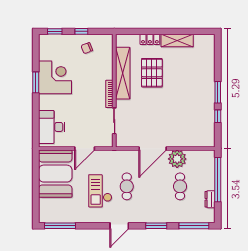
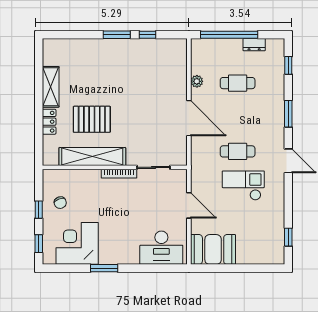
corner desk: (55, 77) -> (77, 243), moved
plant: (177, 159) -> (197, 81), width x0.53, depth x0.53
booth: (55, 174) -> (213, 249), width x0.73, depth x0.70
checkout: (100, 191) -> (243, 185), turned 180
window: (60, 226) -> (288, 237), width x0.46
window: (194, 226) -> (288, 65), width x0.46

